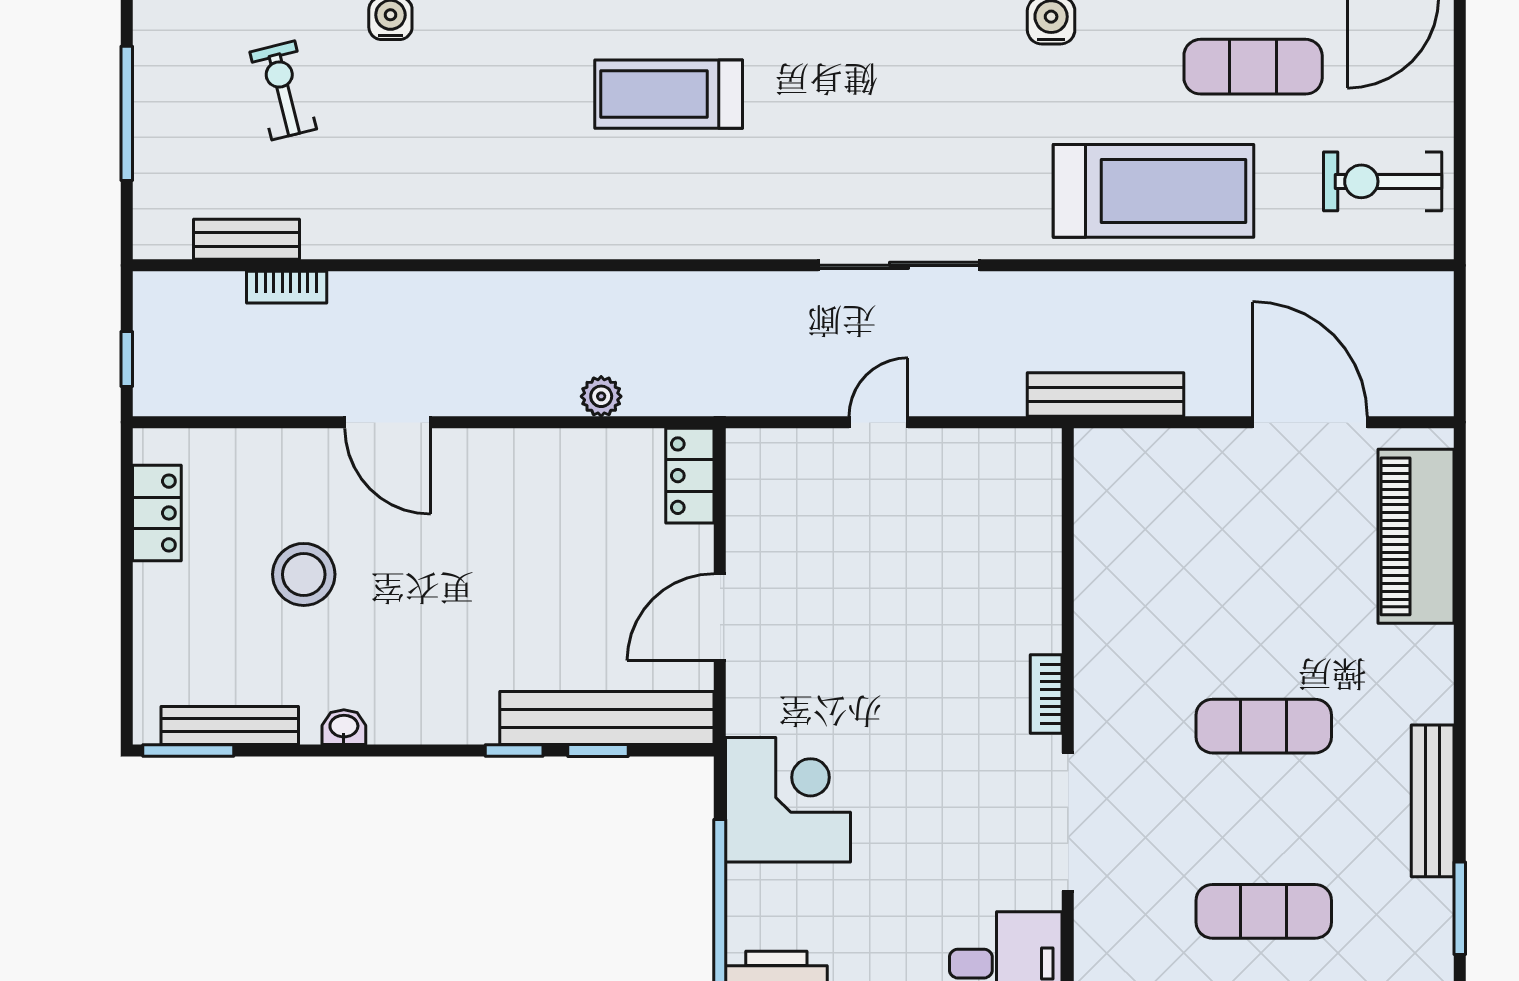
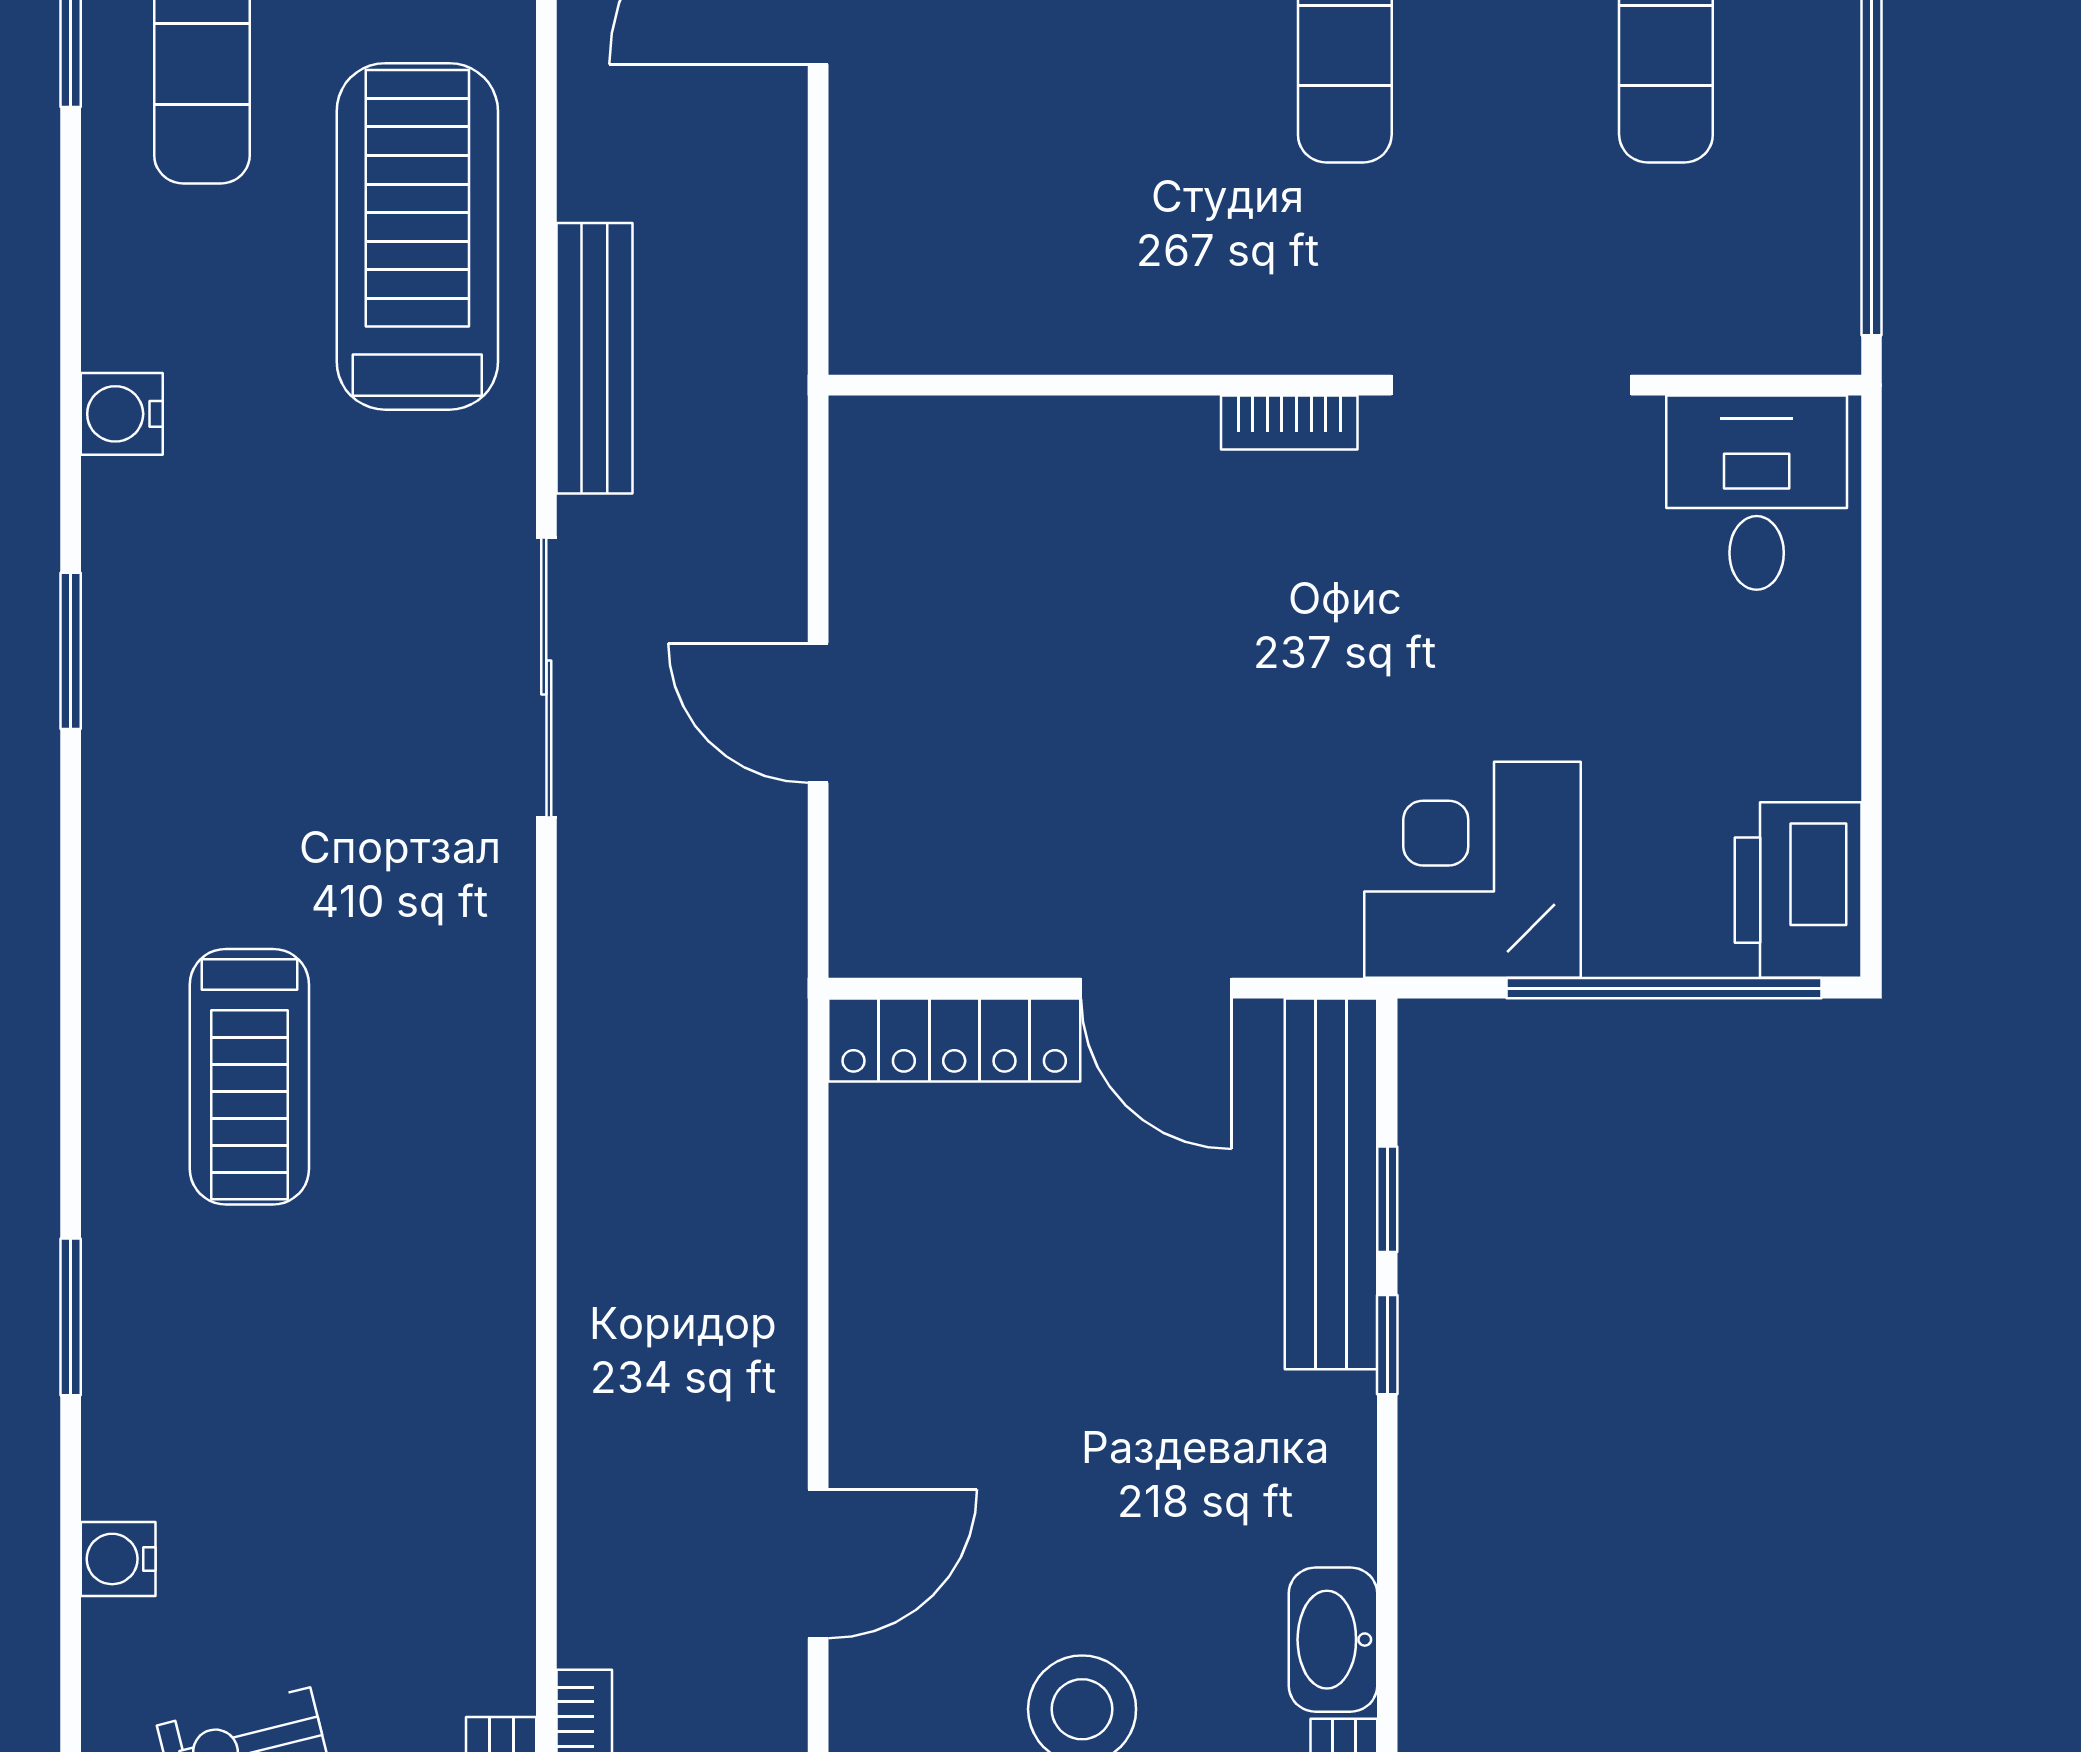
bench: (1105, 394) -> (594, 358), moved
plant: (601, 396) -> (773, 1194), removed
door: (878, 422) -> (818, 713), width x1.38
locker: (690, 476) -> (954, 1040), width x1.53
washbasin: (344, 727) -> (1333, 1640), width x1.91, depth x1.45

